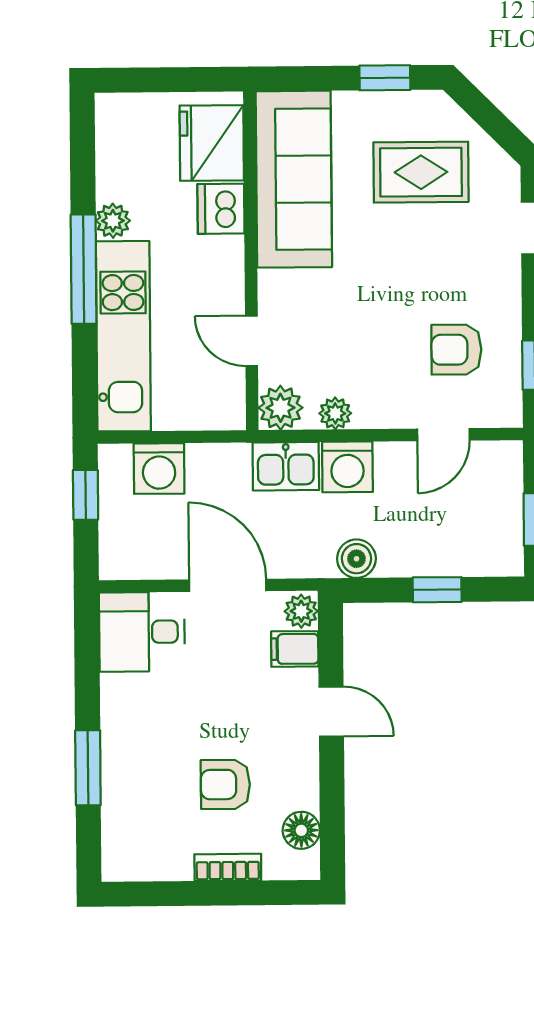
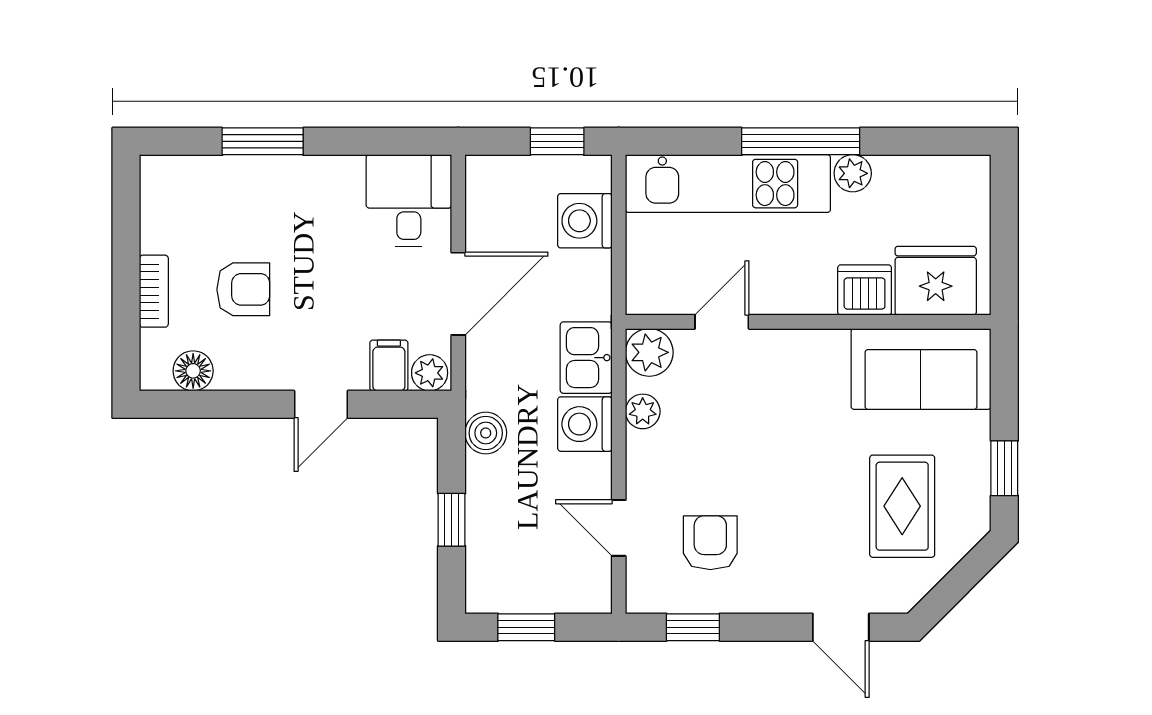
sofa: (294, 179) -> (921, 369), width x0.73
armchair: (225, 784) -> (243, 289), turned 90

